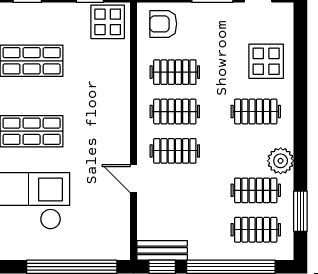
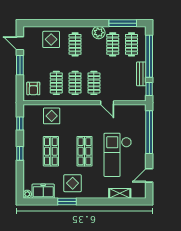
display table: (108, 22) -> (52, 116), moved
door: (134, 179) -> (107, 103), hinge flipped
window: (300, 211) -> (123, 23), width x1.44
bench: (162, 250) -> (141, 74), moved

